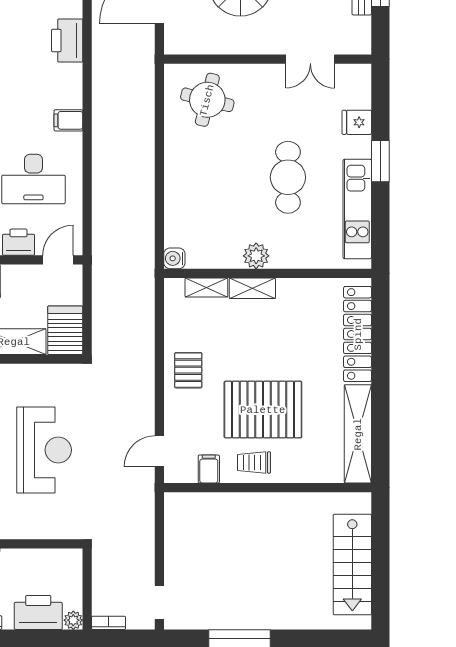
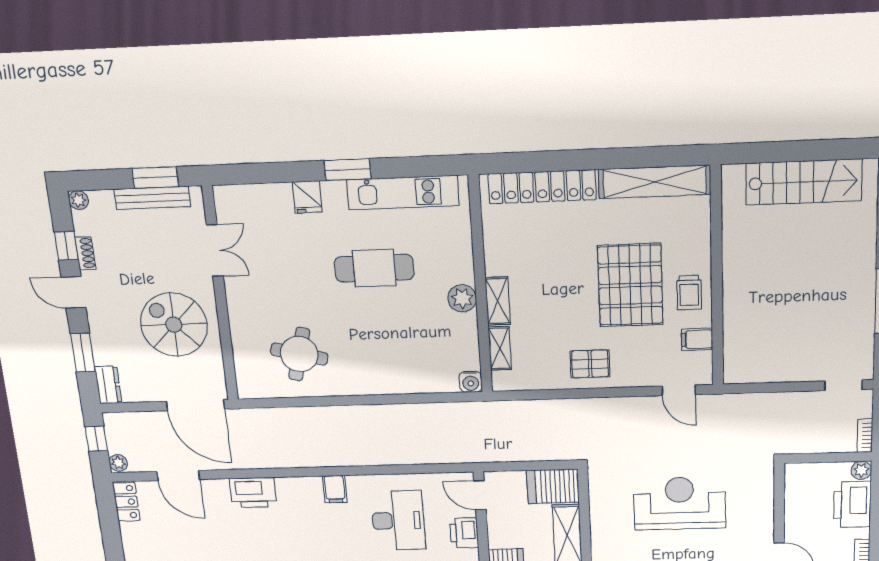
wall: (268, 59) -> (220, 295), moved
double door: (310, 59) -> (215, 250), moved

